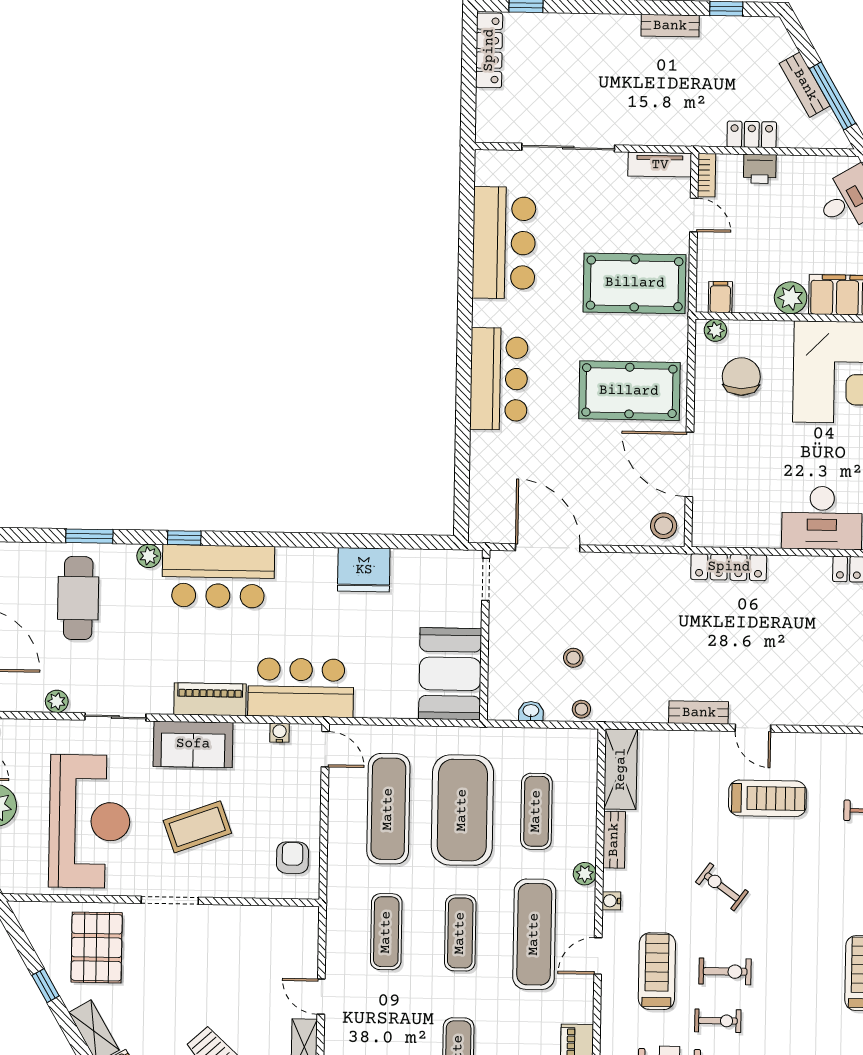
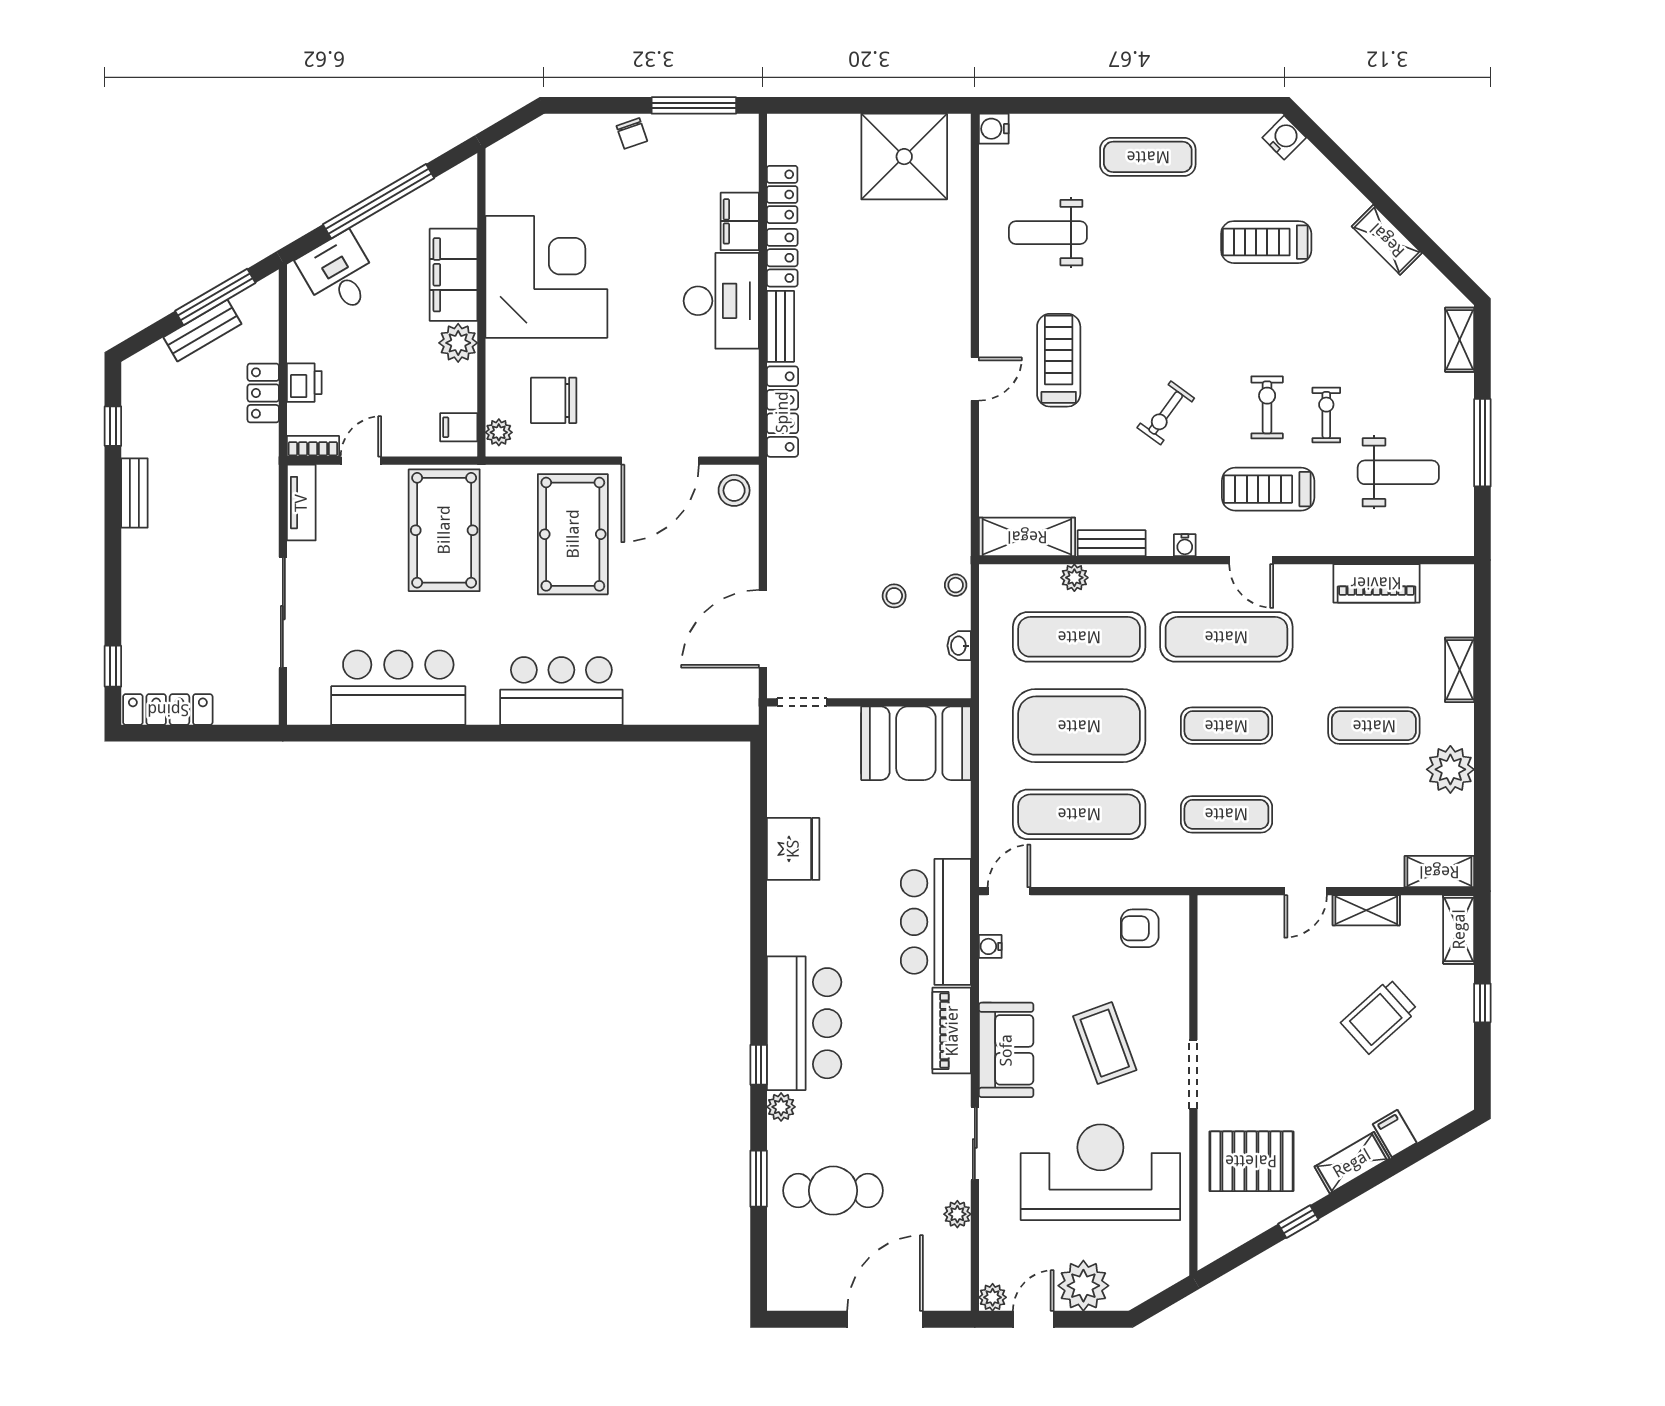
bench: (699, 713) -> (780, 326), moved
exercise mat: (536, 811) -> (1079, 637), width x1.36, depth x1.45
plant: (585, 874) -> (1074, 578), moved

